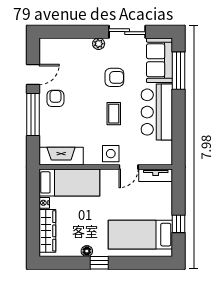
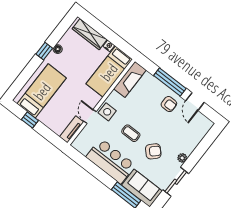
armchair: (114, 77) -> (153, 151), turned -135

